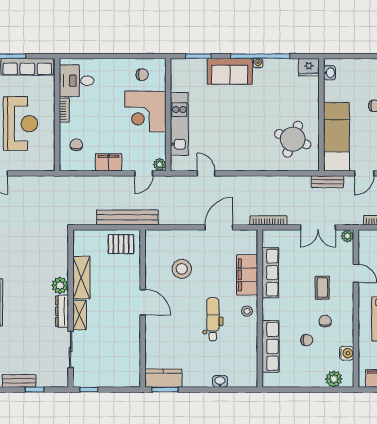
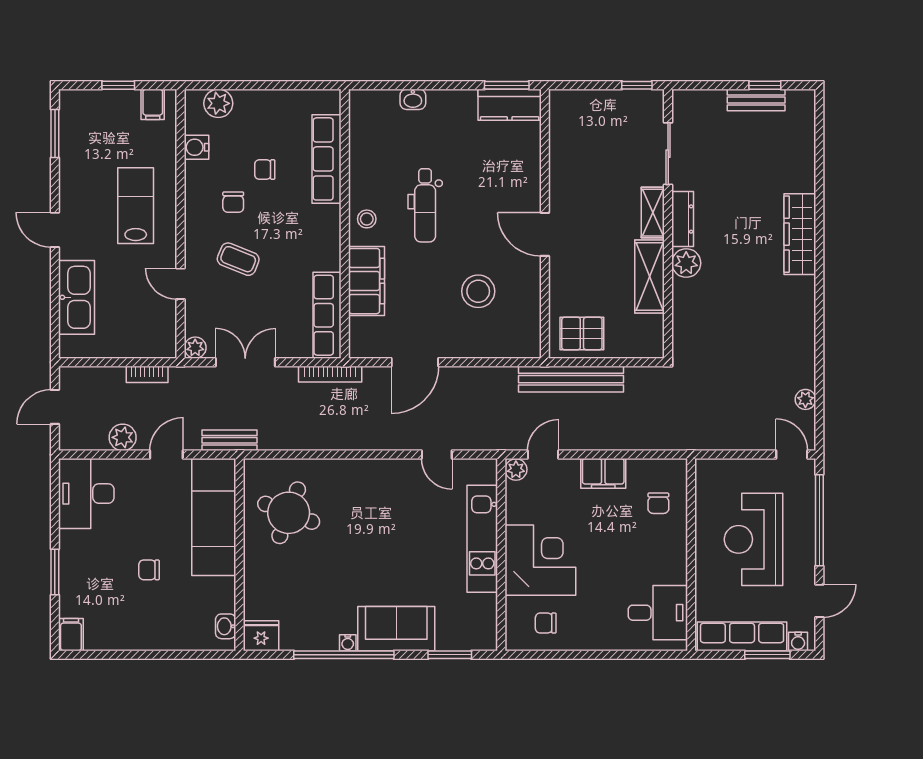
bookcase: (64, 110) -> (679, 563), removed
row of seats: (270, 273) -> (327, 315), moved
coffee table: (322, 288) -> (238, 259), turned -68
window: (35, 390) -> (765, 85), moved

